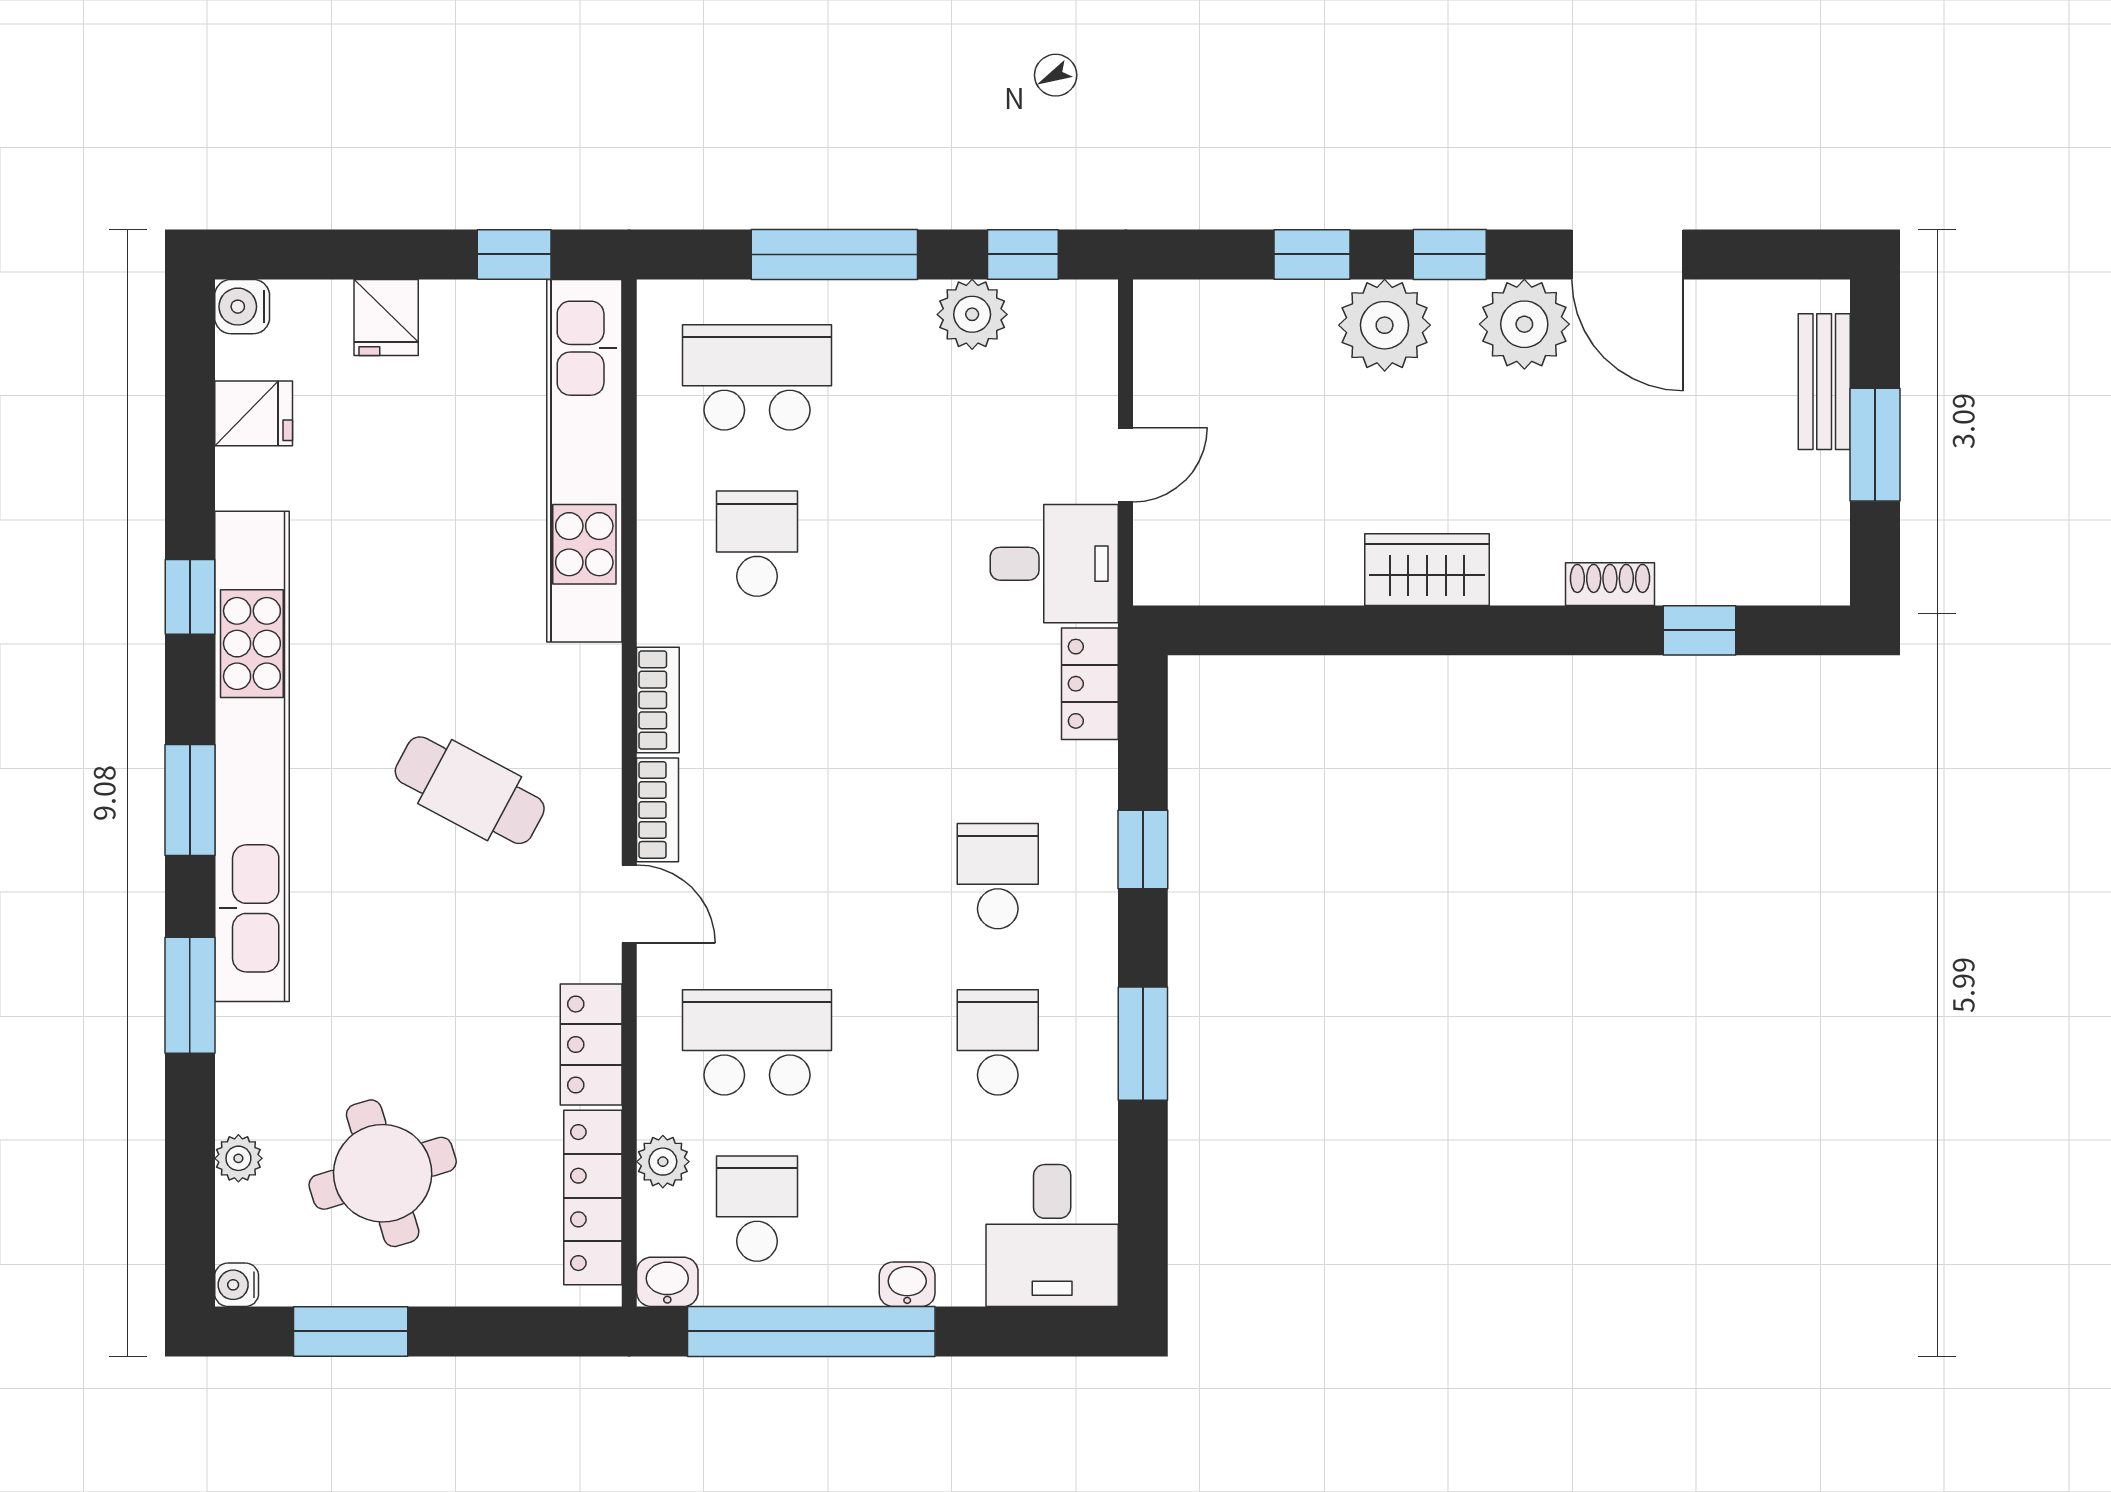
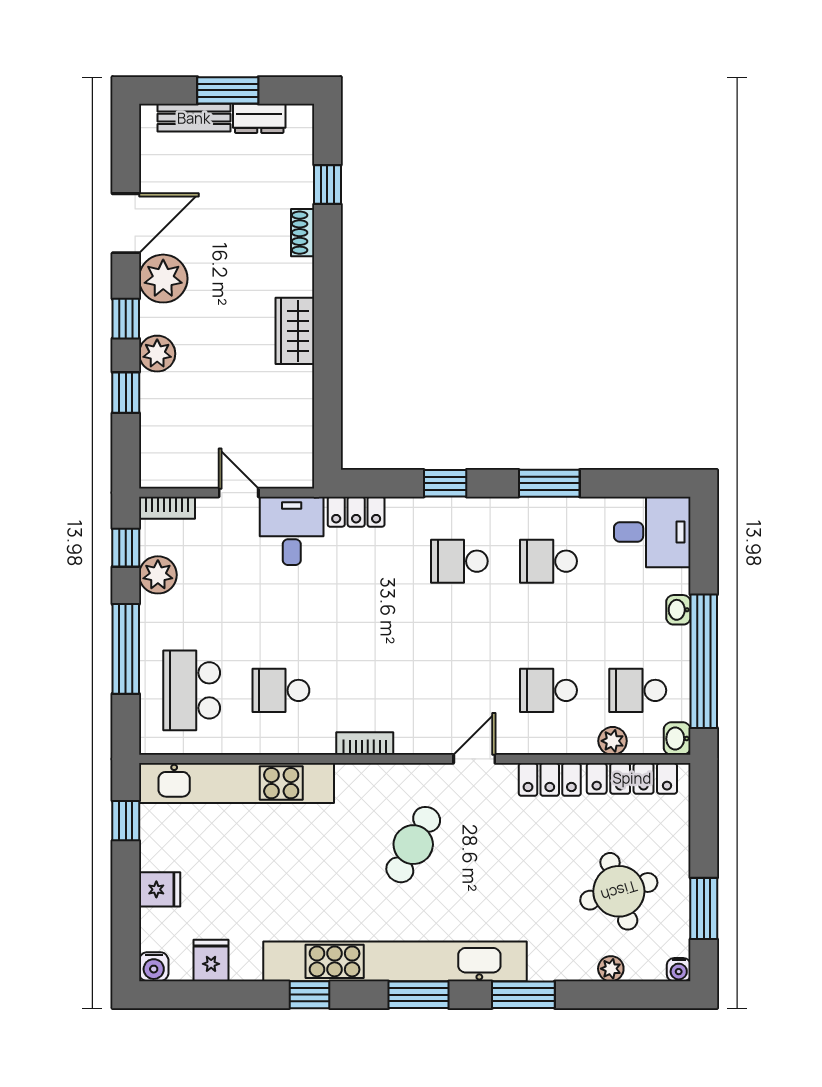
plant: (1385, 325) -> (157, 354), width x0.73, depth x0.73
dresser: (1823, 503) -> (259, 118), added
bookcase: (657, 810) -> (167, 508), moved, turned 180
school desk: (757, 1042) -> (549, 690), width x0.54

